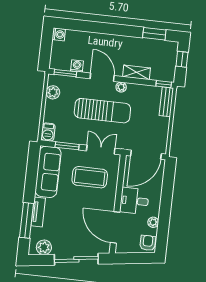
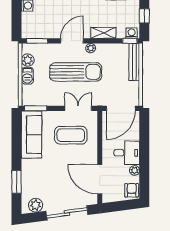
washing machine: (77, 66) -> (132, 33), moved
door: (102, 77) -> (72, 41), hinge flipped
bench: (166, 102) -> (134, 62), width x1.36
barbecue: (48, 132) -> (27, 76), moved
window: (67, 146) -> (36, 108), moved
desk: (134, 201) -> (127, 153), moved, turned 180
tv unit: (38, 212) -> (27, 173), removed
window: (27, 220) -> (17, 182), width x0.69

